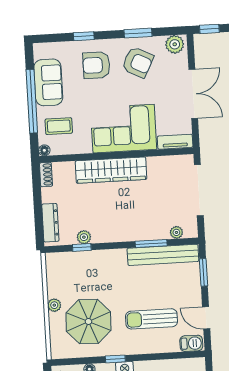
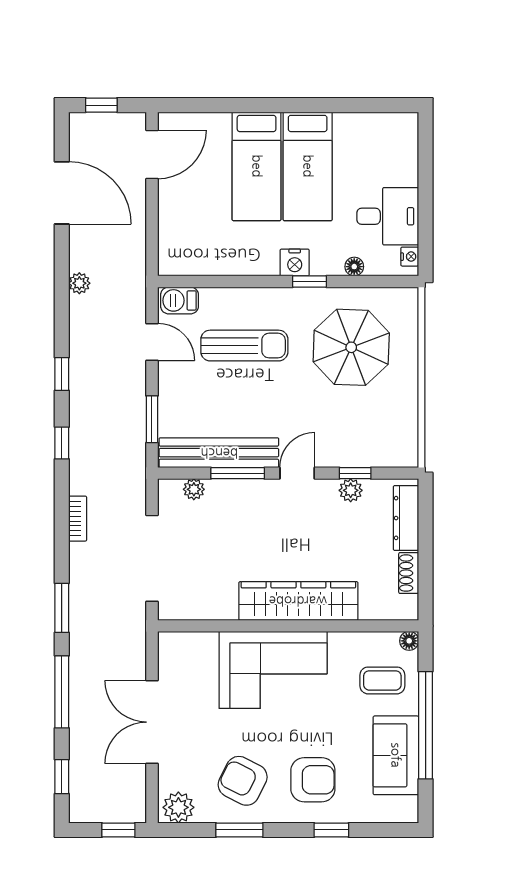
tv unit: (175, 142) -> (187, 643), removed
shoe rack: (46, 175) -> (409, 573), moved
door: (116, 245) -> (297, 473), added
plant: (54, 305) -> (407, 378), removed

